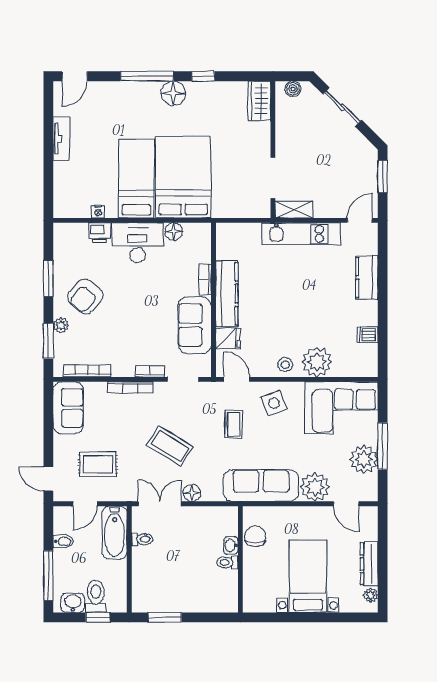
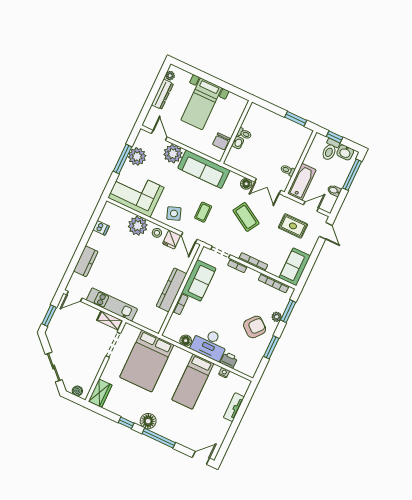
tv unit: (61, 139) -> (234, 407), moved
bed: (183, 177) -> (147, 361), moved
fridge: (228, 339) -> (172, 240), moved, turned -90

